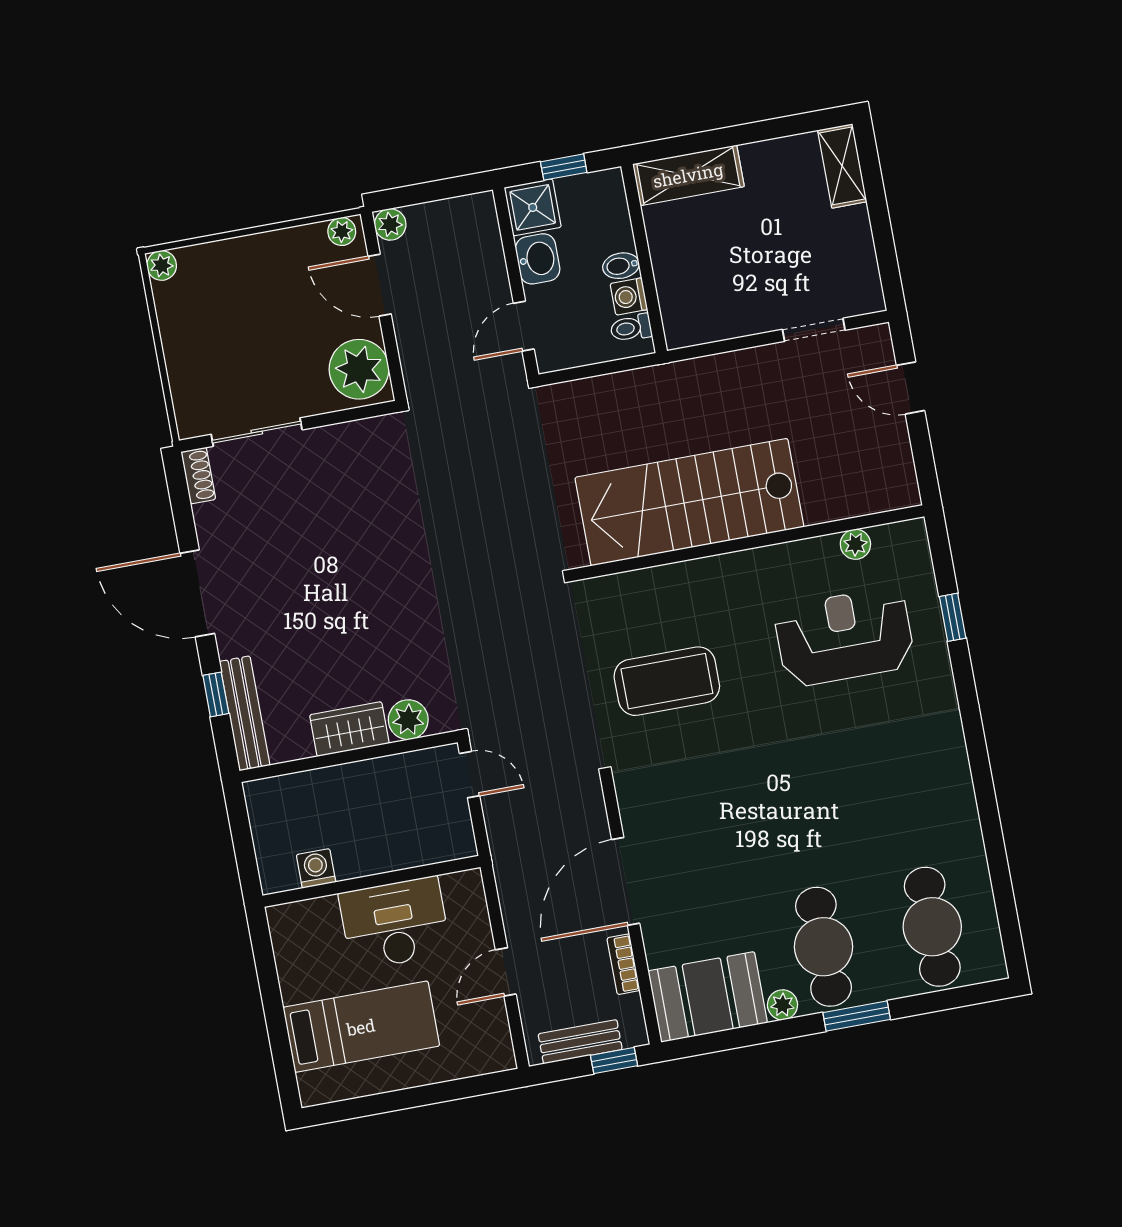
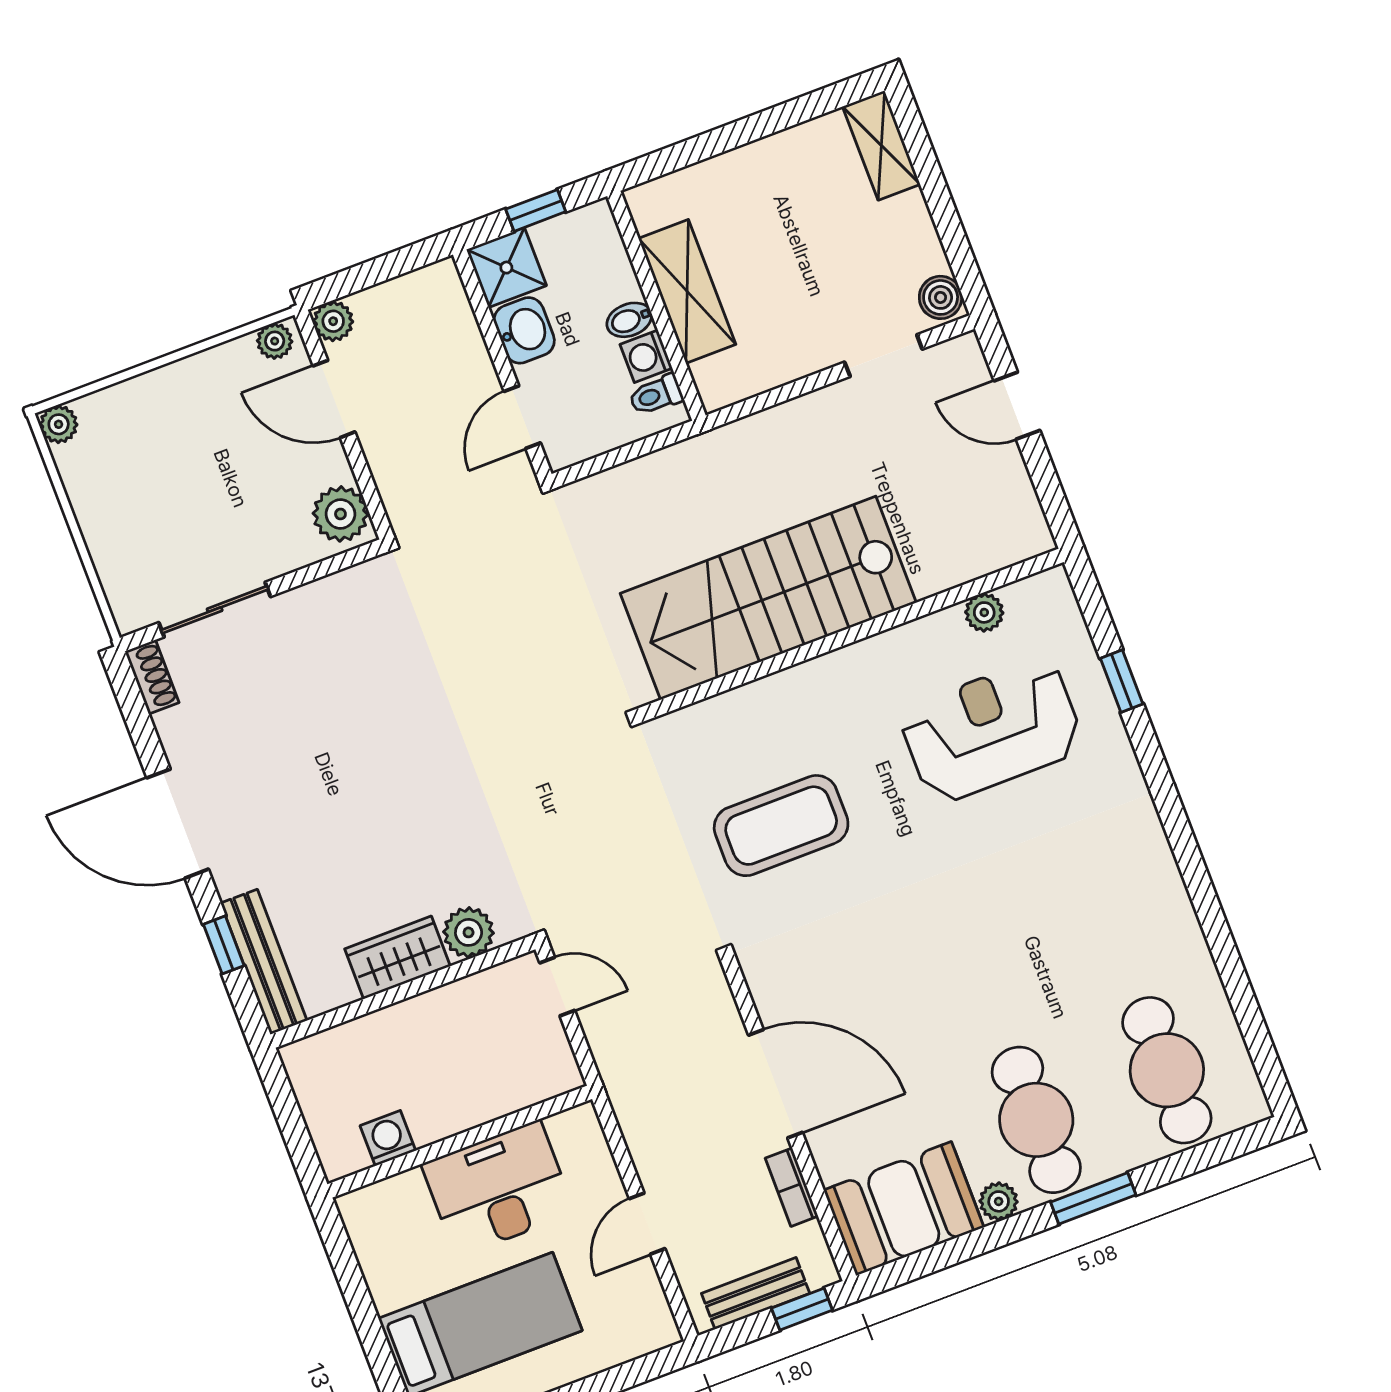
shelving: (688, 175) -> (687, 291), moved, turned 90
boiler: (866, 293) -> (941, 297), added
plant: (359, 369) -> (340, 514), width x0.73, depth x0.73
door: (626, 881) -> (776, 1084), swing flipped

